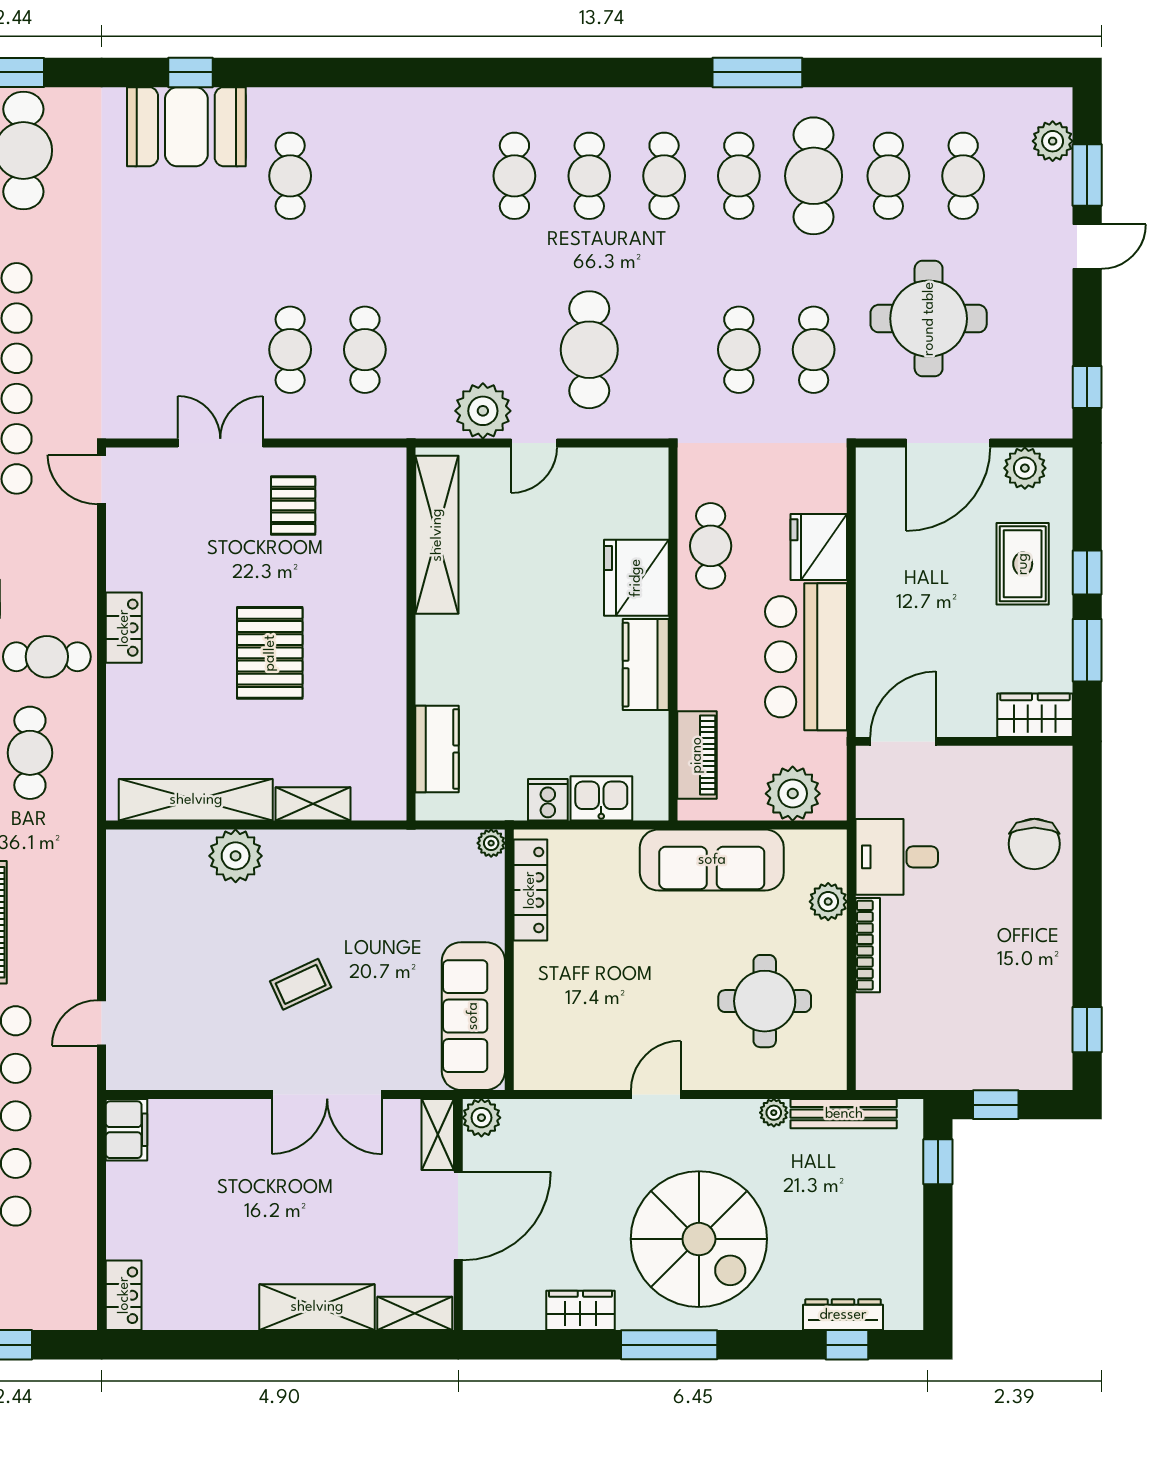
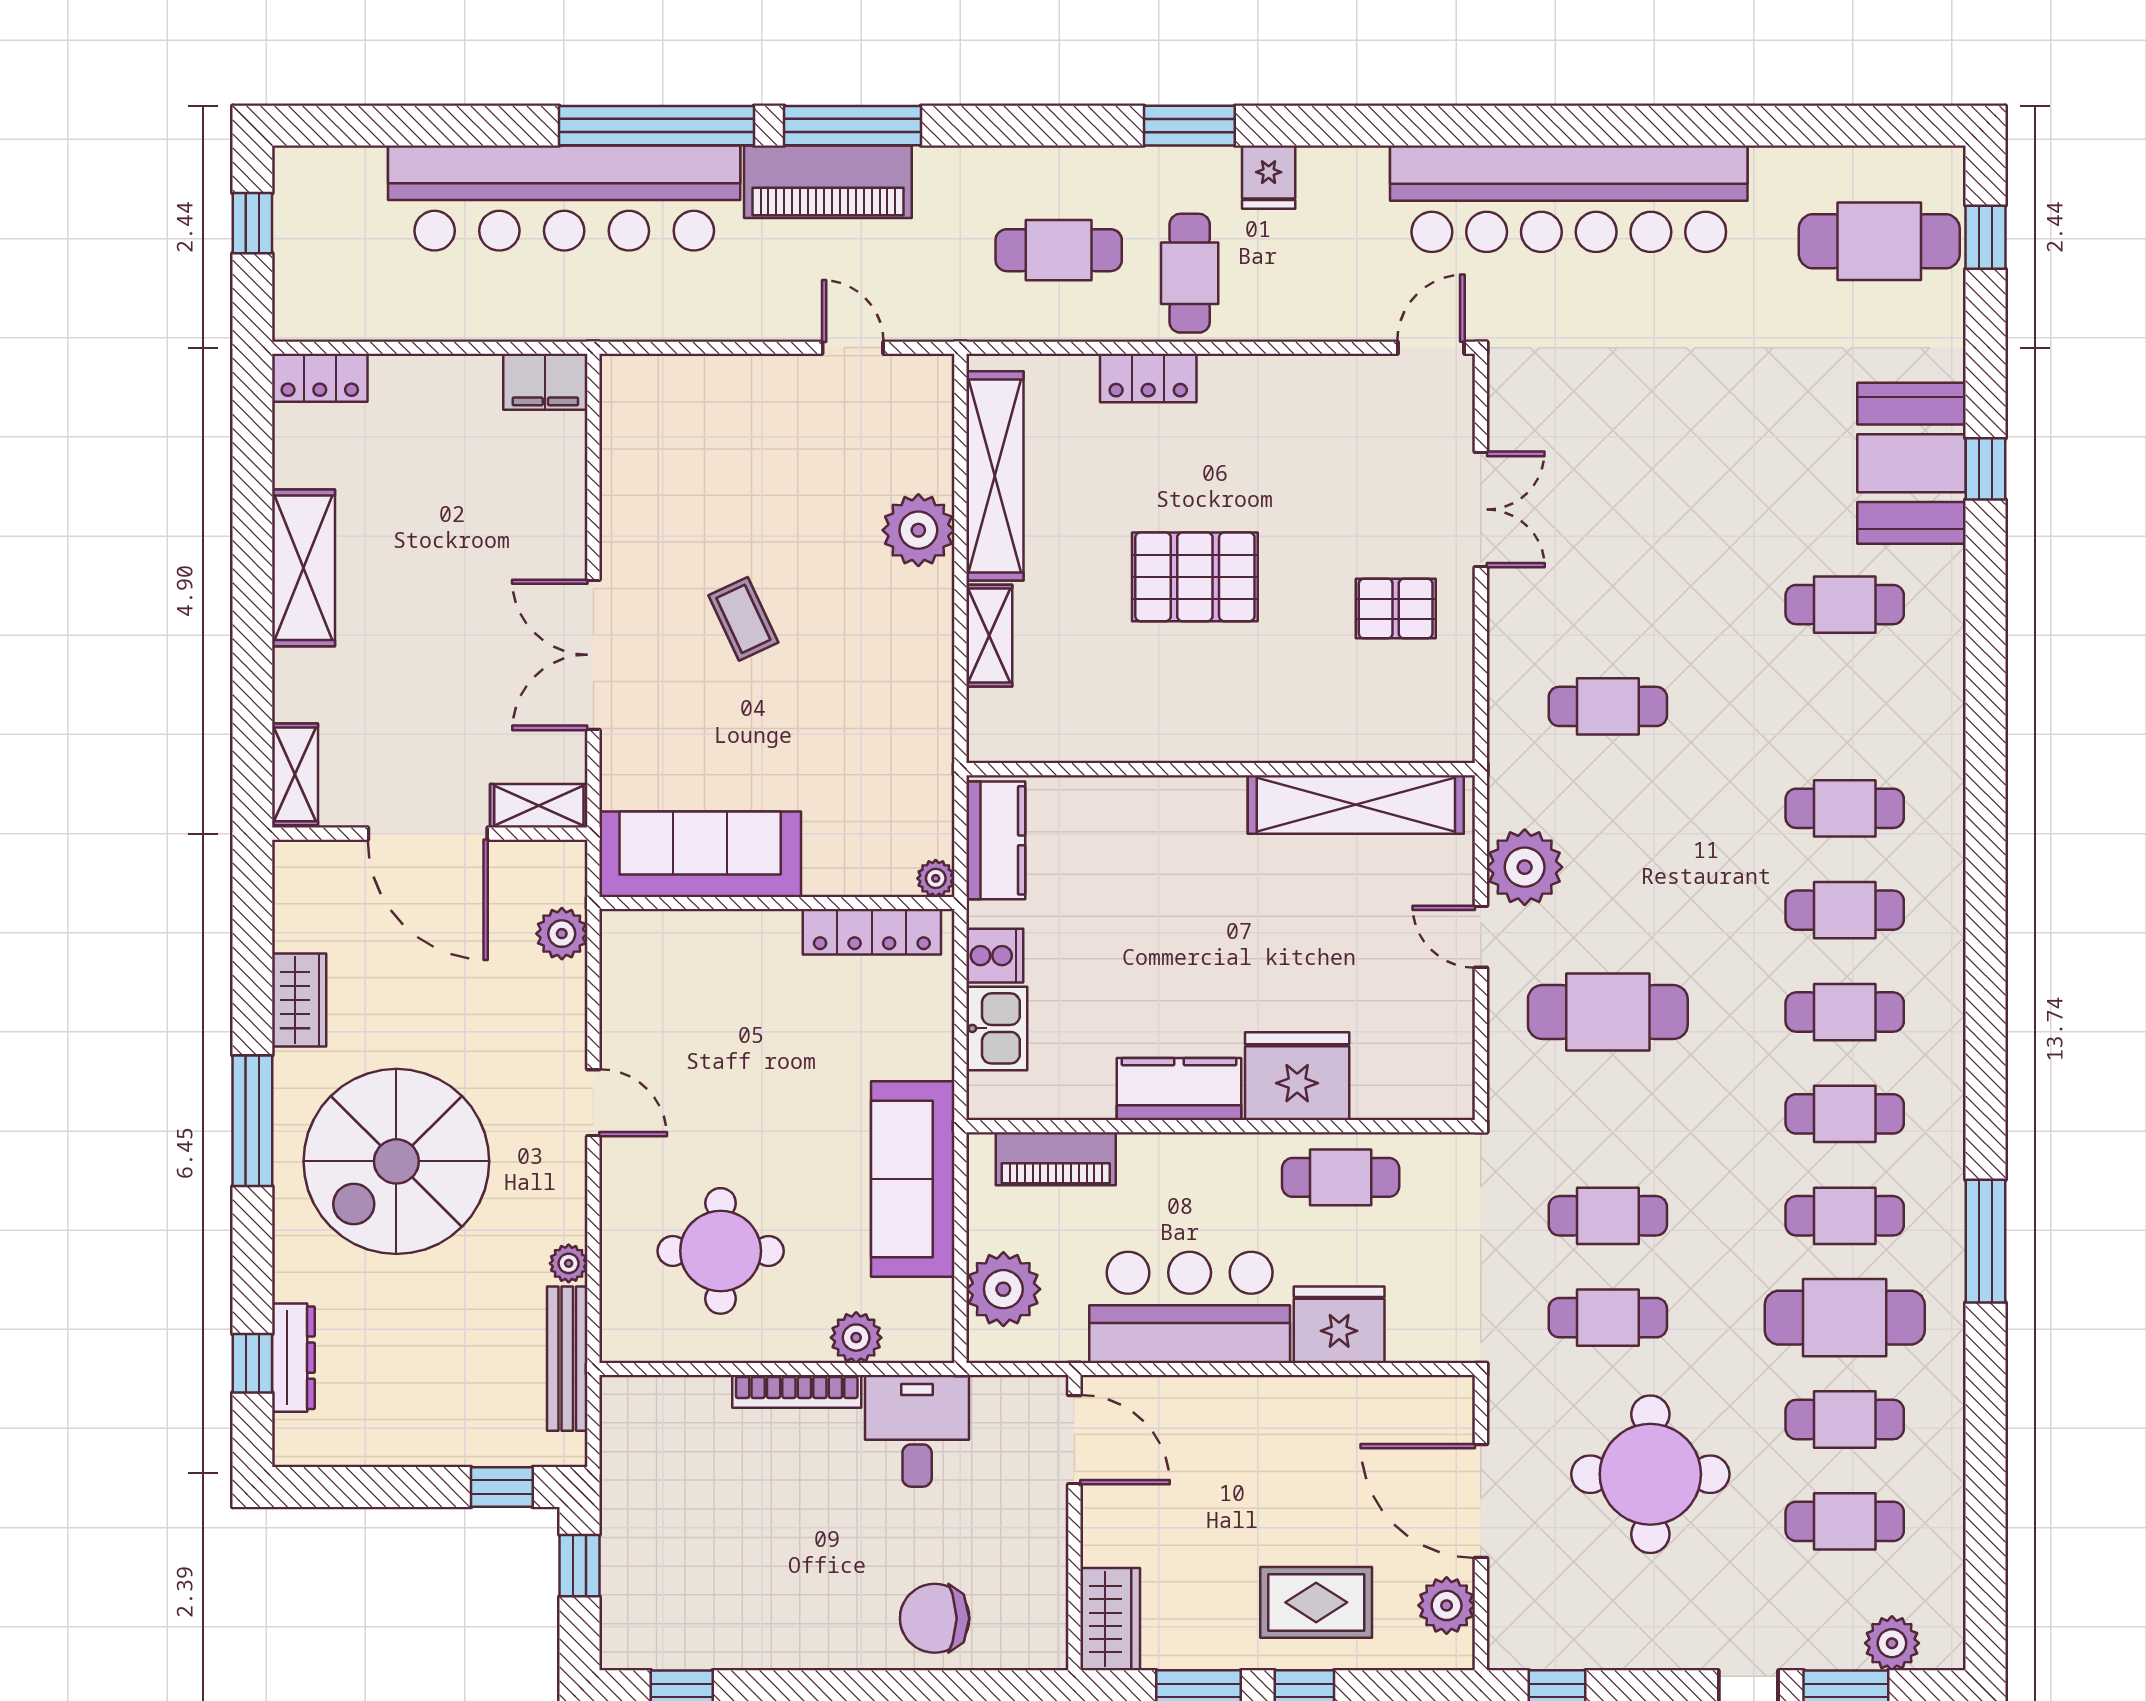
cafe table: (290, 350) -> (1845, 808), moved
locker: (124, 628) -> (1148, 378), moved
kitchen counter: (437, 749) -> (996, 840), moved, turned -90
door: (102, 1023) -> (853, 348), moved
plant: (481, 1118) -> (562, 934), moved
shelving: (317, 1307) -> (304, 568), moved

